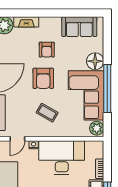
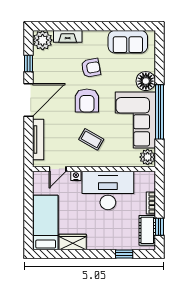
armchair: (47, 50) -> (91, 68), turned -101

